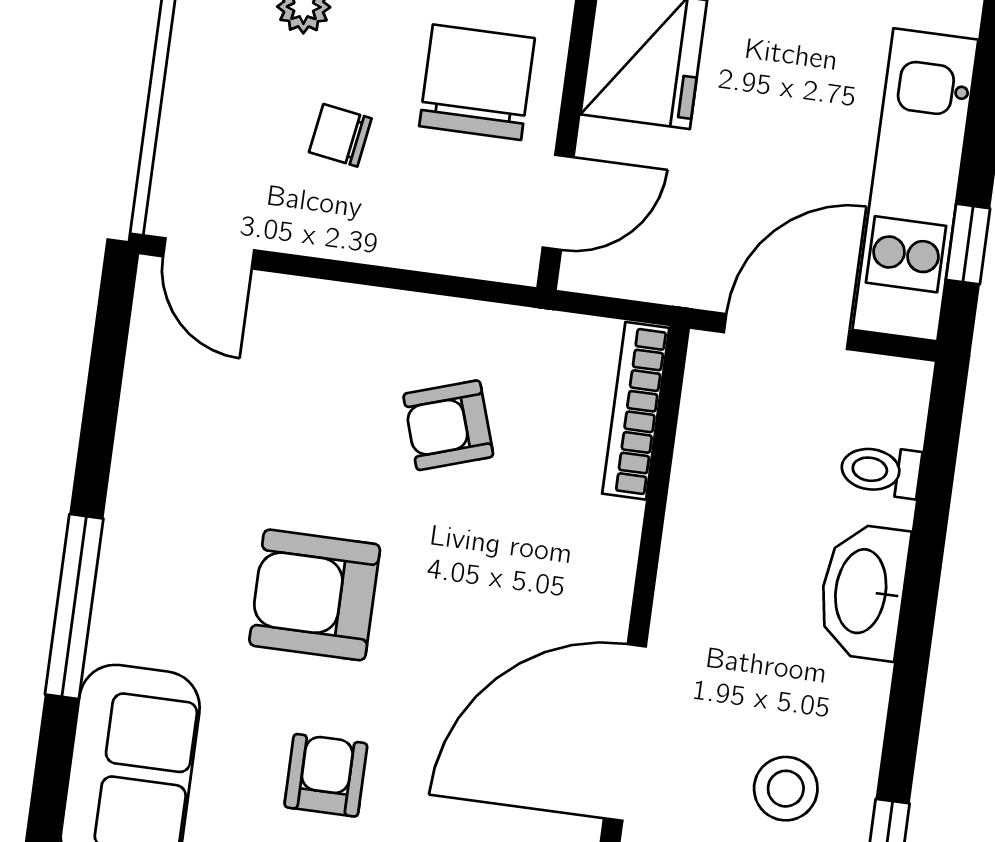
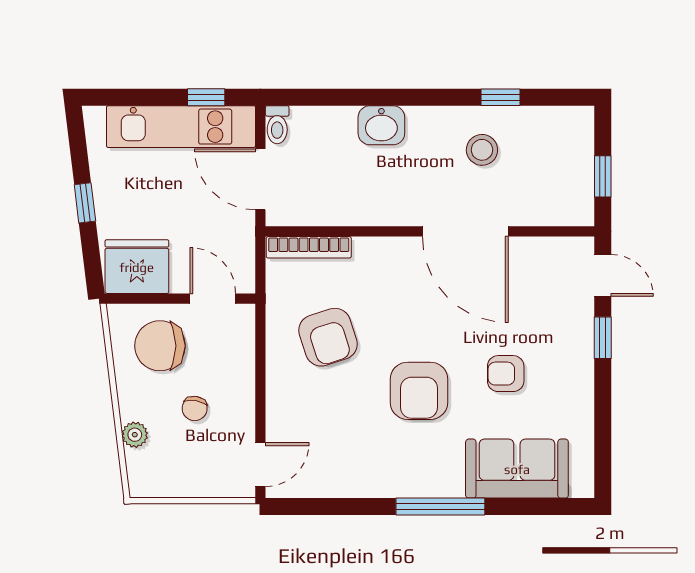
armchair: (448, 425) -> (328, 337), width x1.38, depth x1.38
toilet: (881, 471) -> (277, 125), moved
washbasin: (863, 591) -> (381, 125), width x0.72

